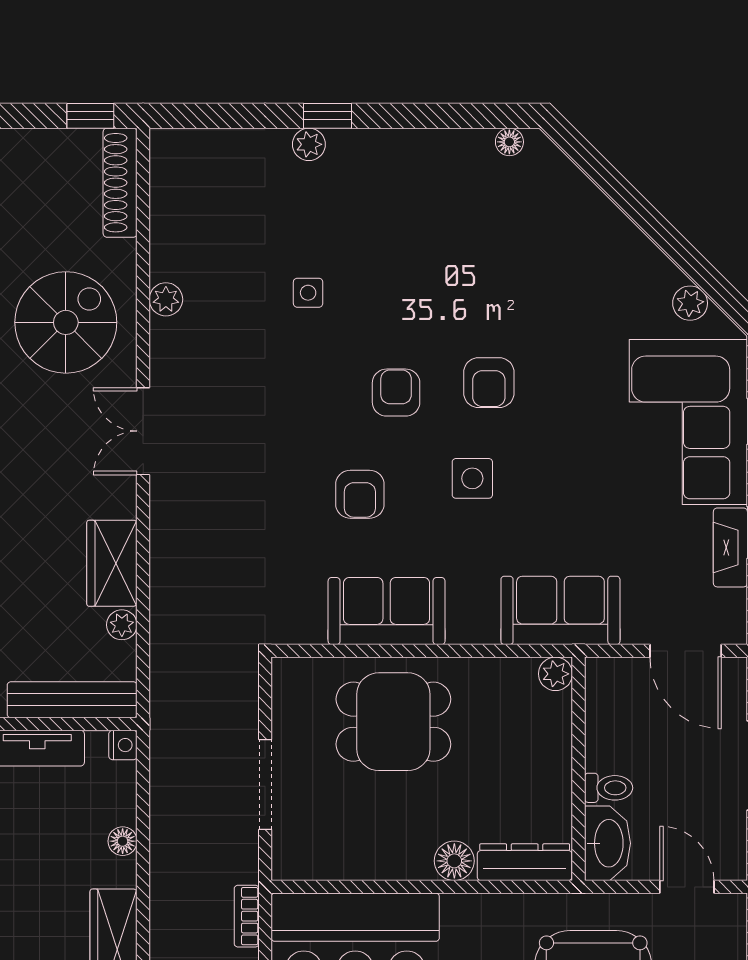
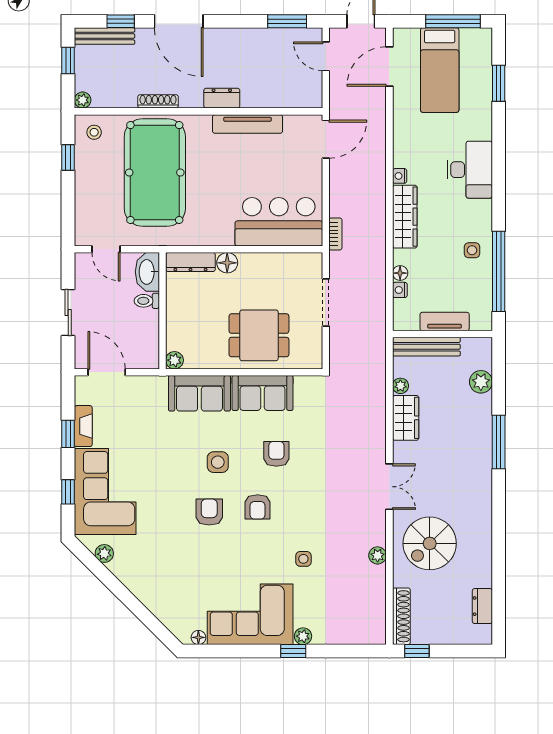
corner sofa: (410, 186) -> (250, 614), added
sofa: (560, 610) -> (199, 393), moved
nightstand: (123, 745) -> (400, 290), moved

